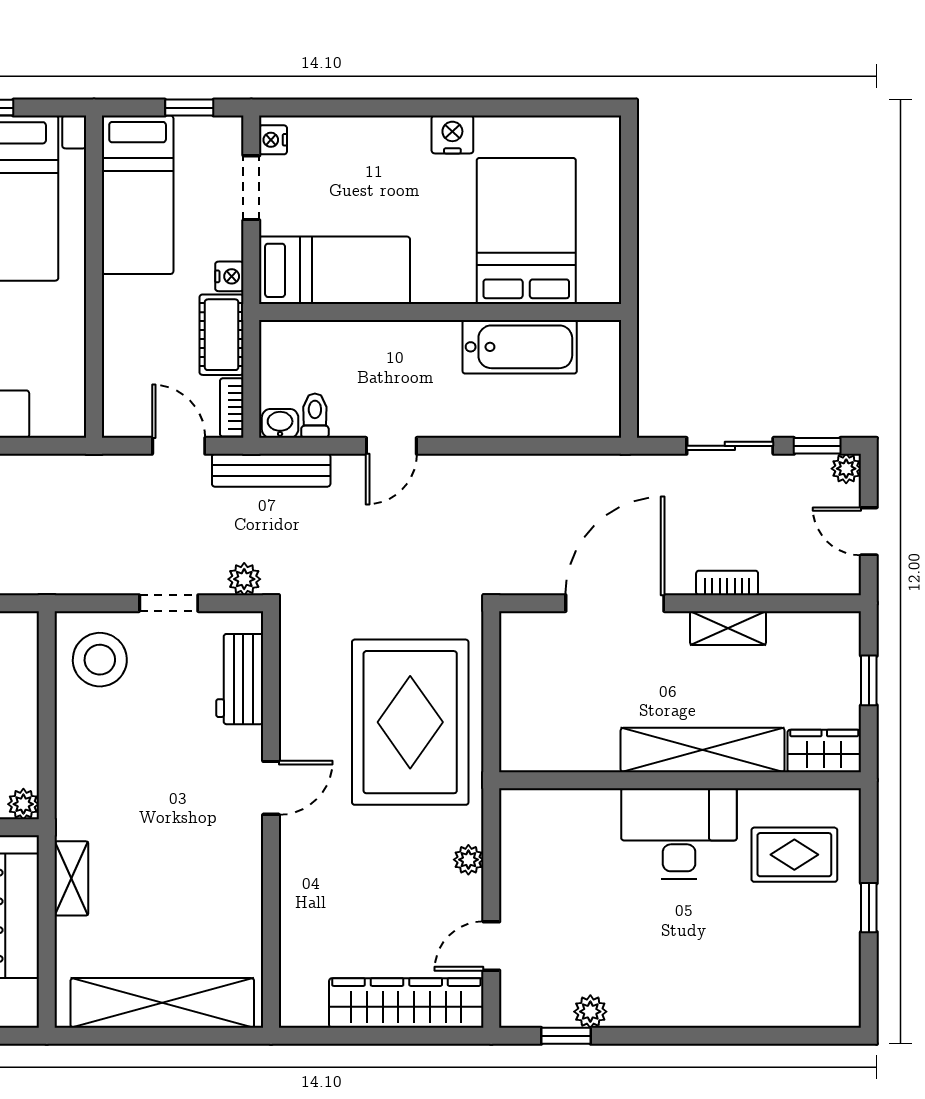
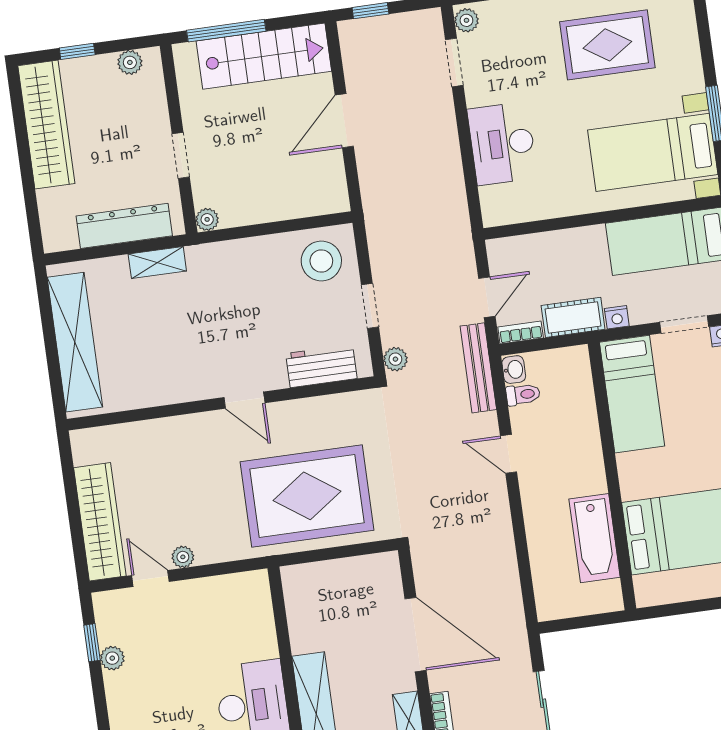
plant: (468, 860) -> (183, 557), moved

